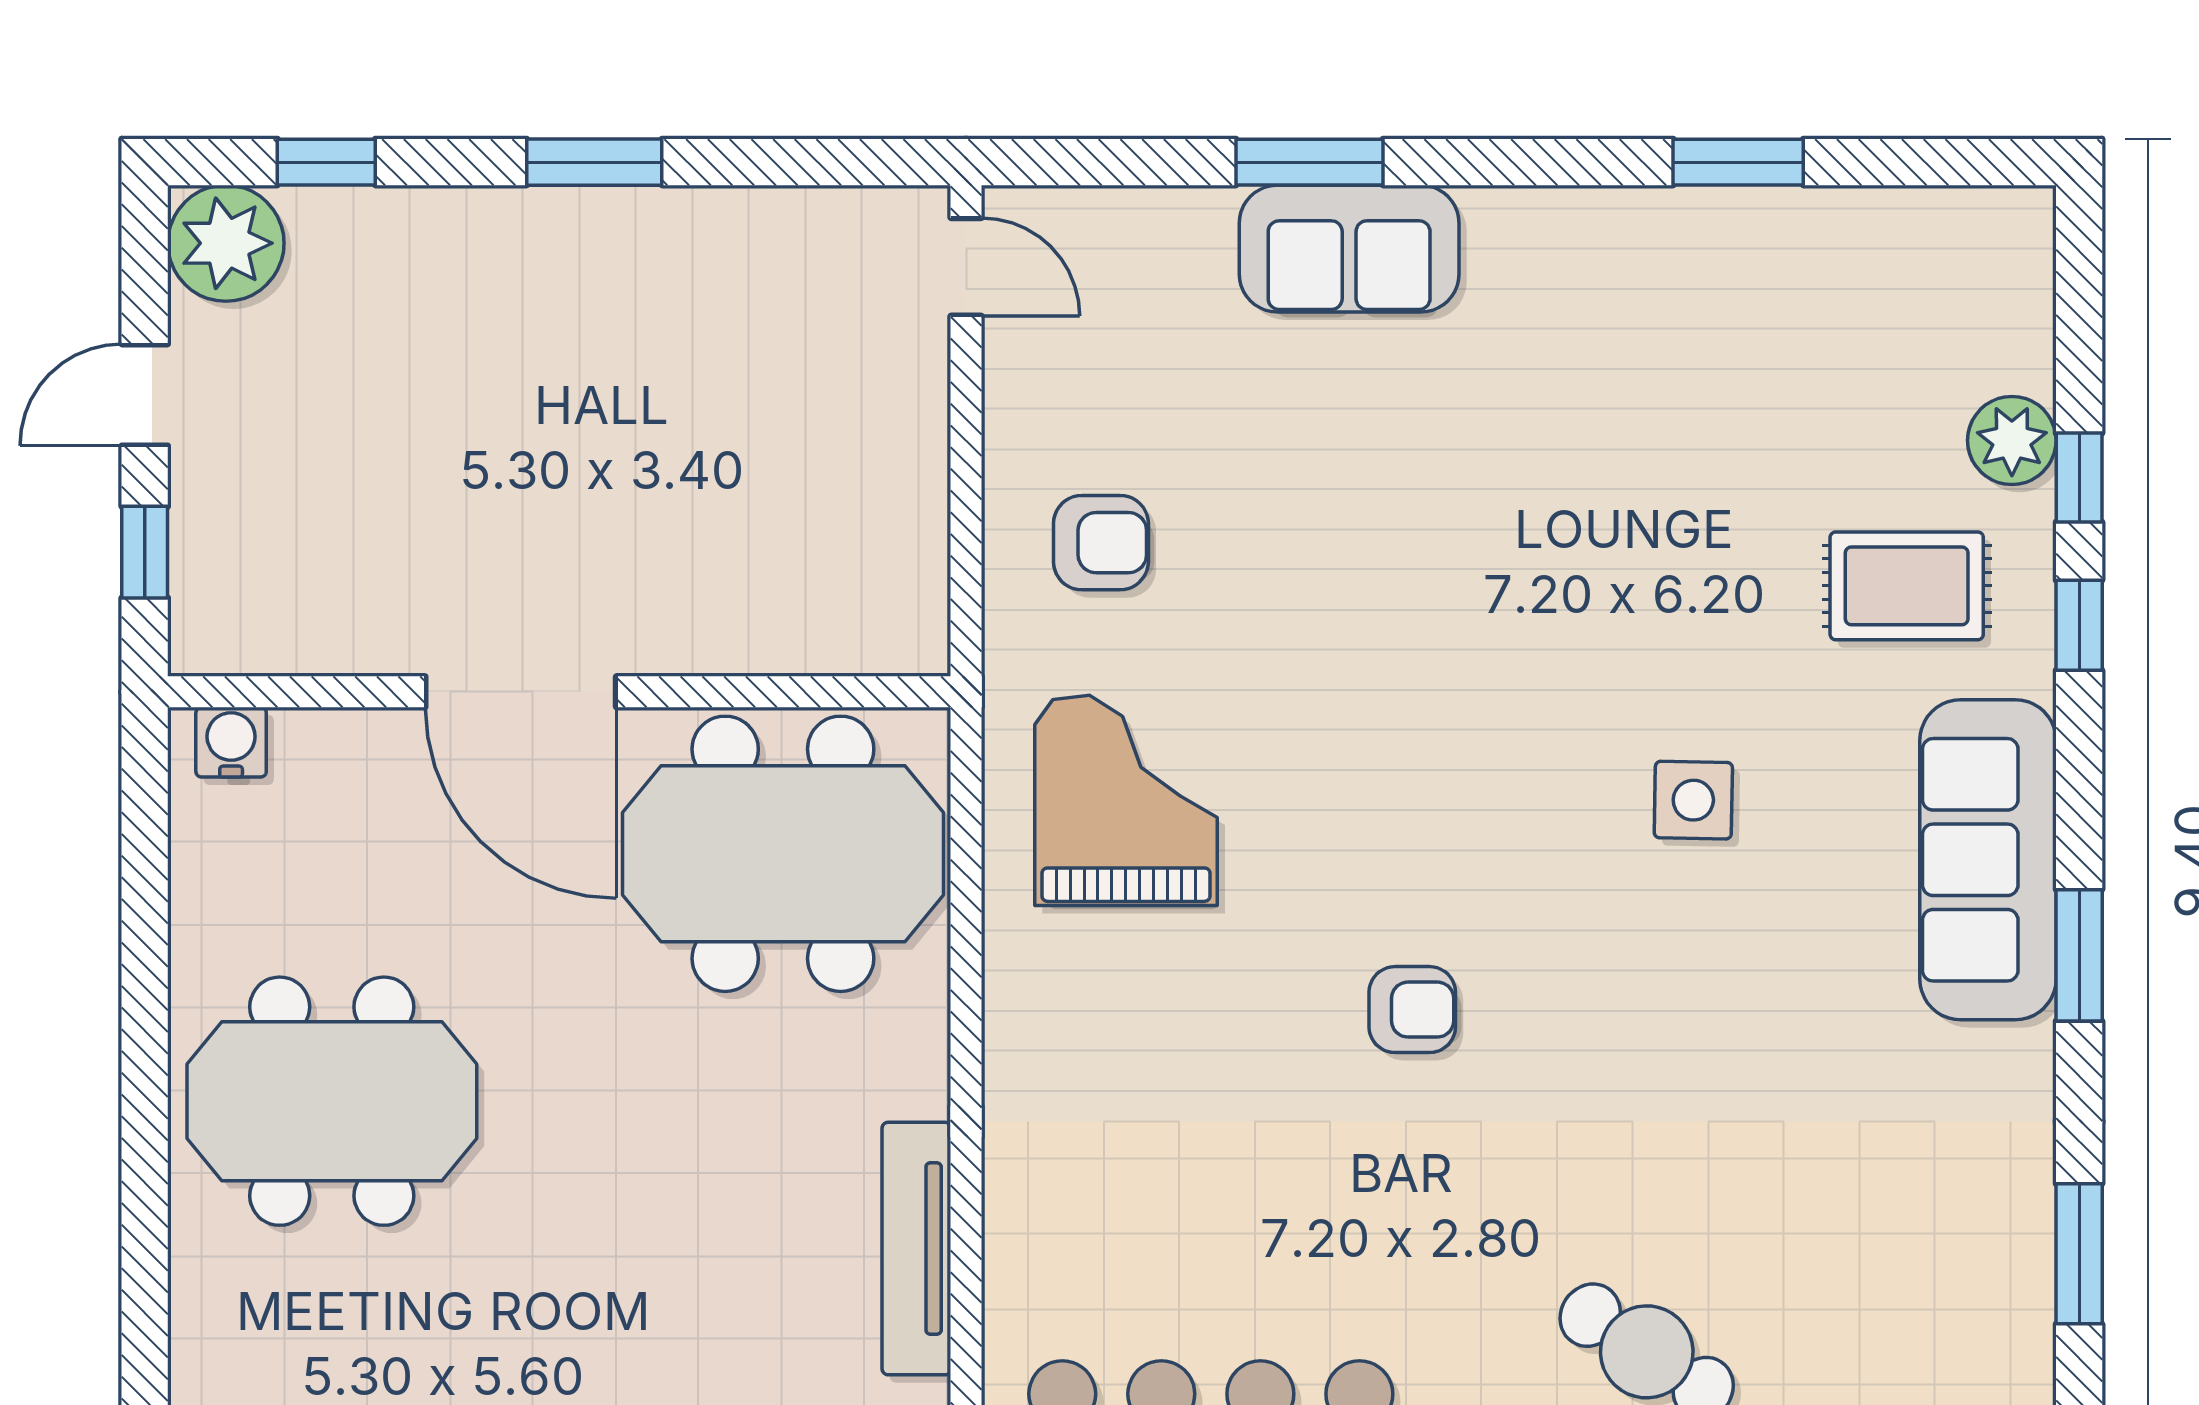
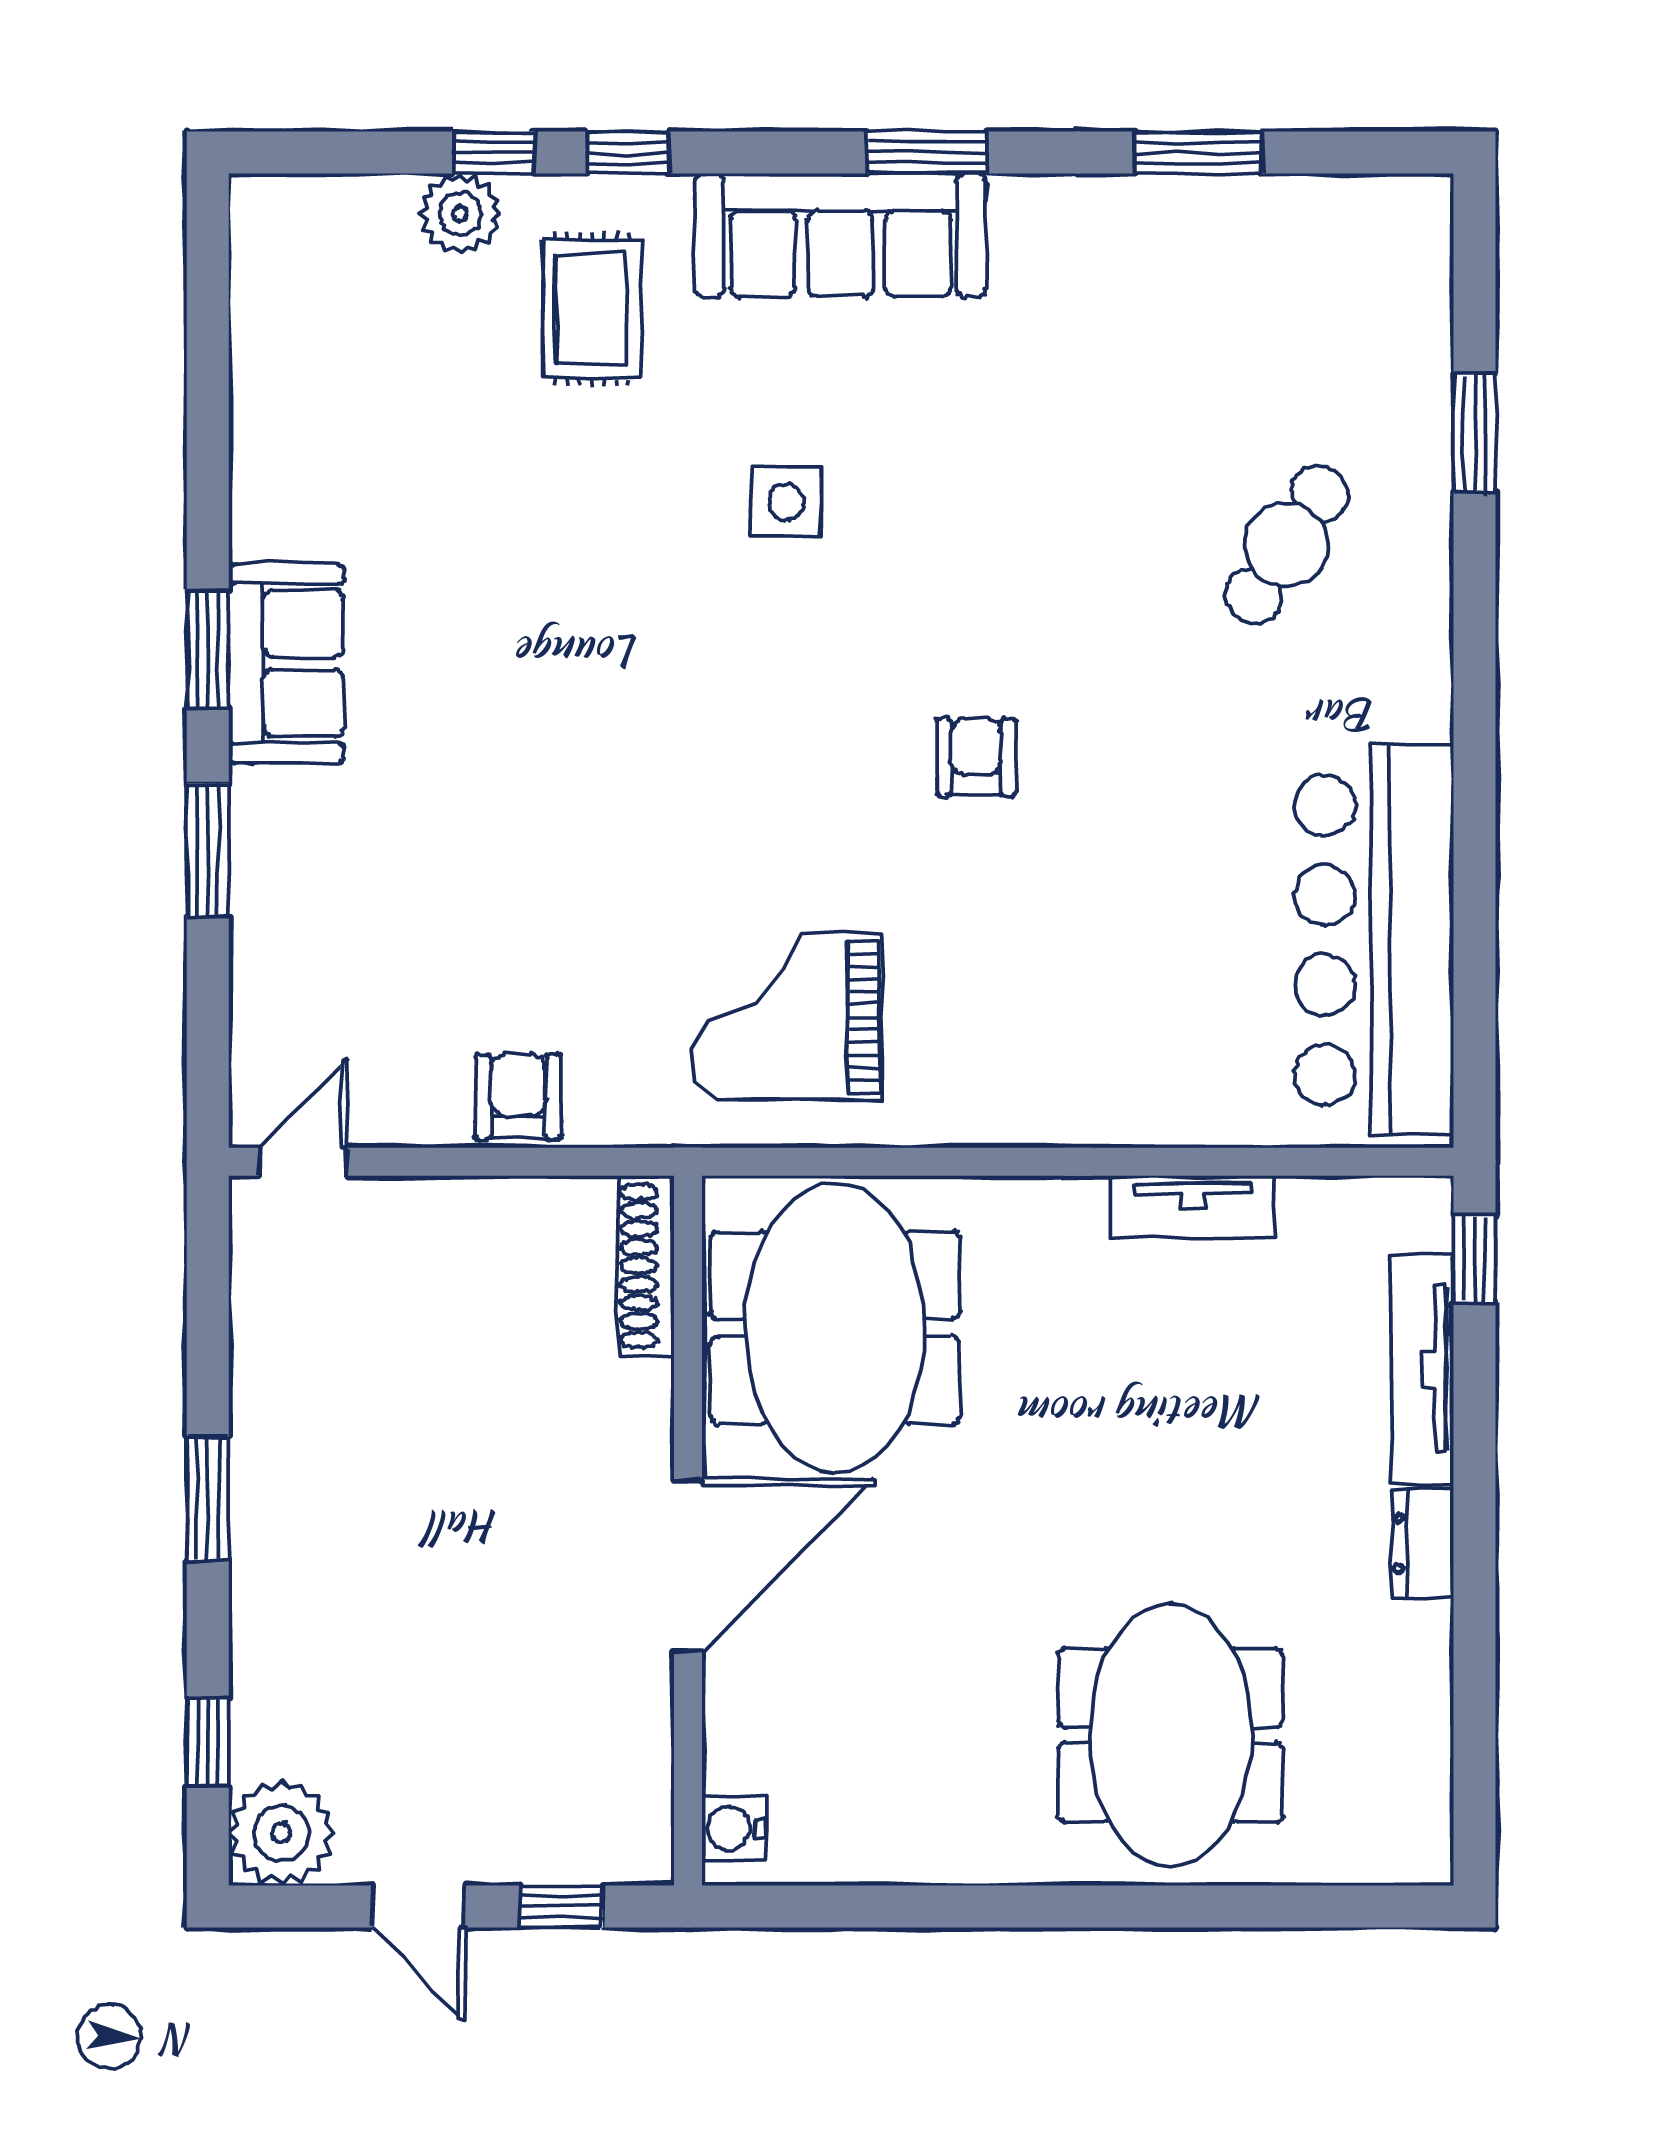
window: (1738, 162) -> (208, 649), moved
sofa: (1349, 249) -> (286, 663), moved
armchair: (1101, 543) -> (518, 1097), moved
shoe rack: (851, 646) -> (646, 1266), added
meeting table: (332, 1101) -> (1171, 1735), moved
tv unit: (916, 1249) -> (1193, 1207), width x0.71

